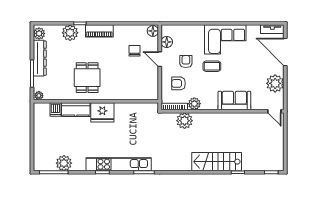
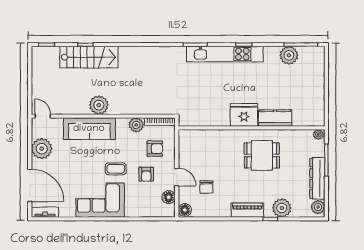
dining table: (87, 78) -> (262, 155), turned 90
sofa: (234, 100) -> (89, 129), width x1.36
dishwasher: (55, 109) -> (299, 118), removed
plant: (185, 121) -> (99, 105), moved
stairs: (217, 162) -> (89, 57), moved

